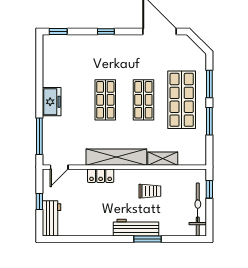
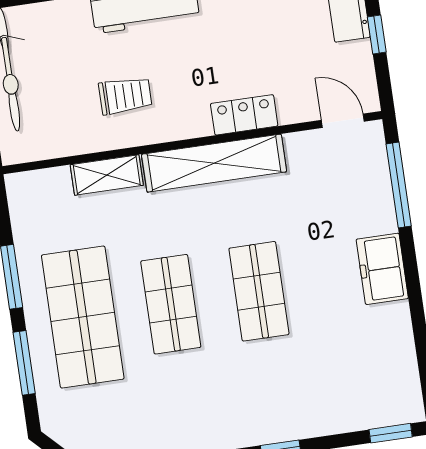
door: (59, 167) -> (343, 121), hinge flipped
trolley: (150, 191) -> (125, 96), turned 180

